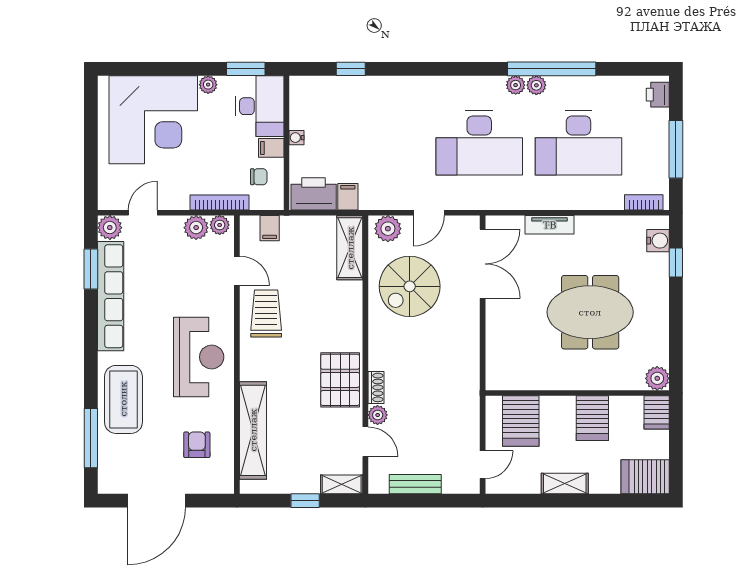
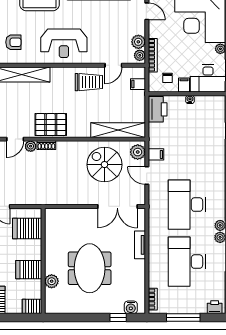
filing cabinet: (348, 197) -> (156, 154), moved
shelving: (350, 248) -> (118, 130), width x1.47
plant: (657, 378) -> (52, 281), moved

